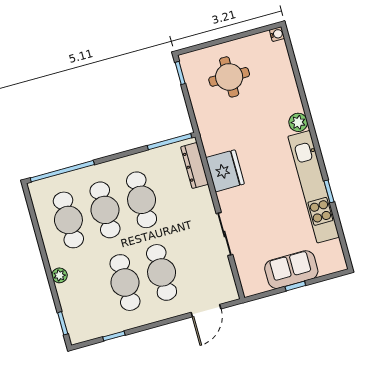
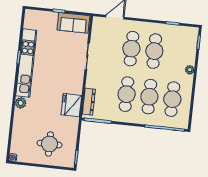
fridge: (225, 171) -> (71, 105), moved
sofa: (291, 270) -> (73, 23), moved

